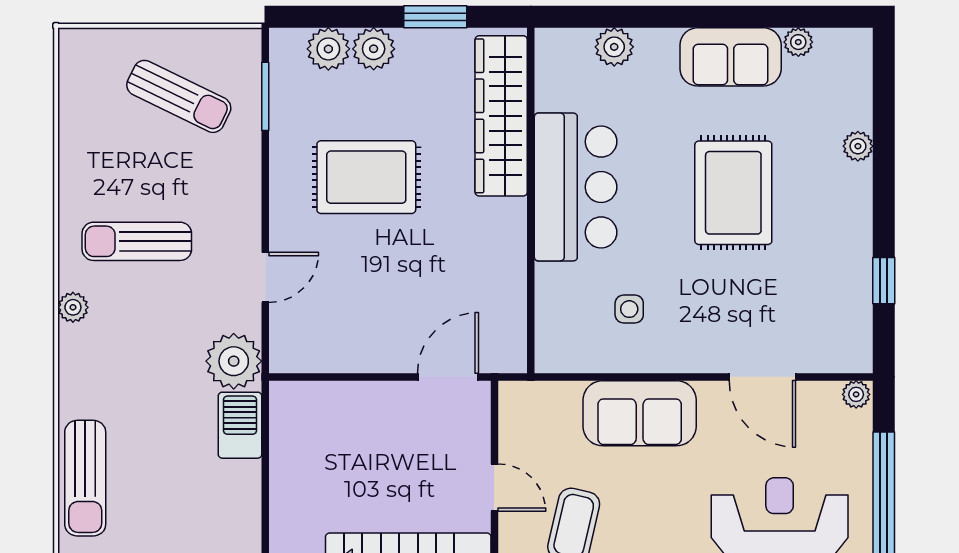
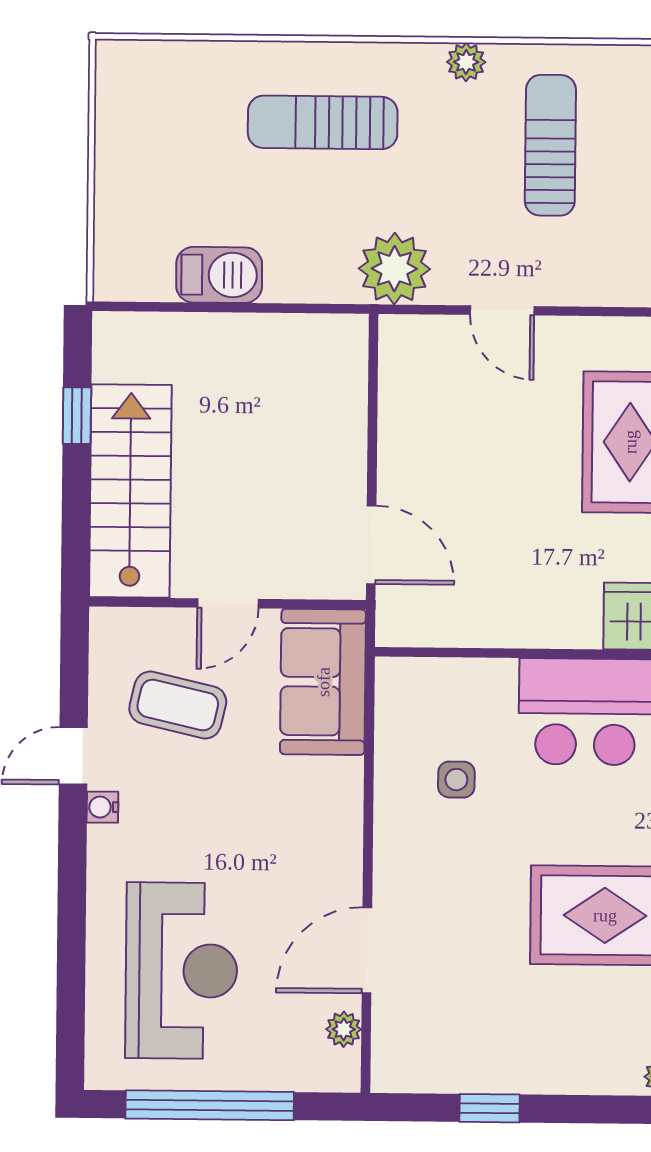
plant: (856, 394) -> (344, 1029), moved
sofa: (640, 413) -> (323, 682), moved
barbecue: (240, 425) -> (219, 275), moved
sun lounger: (85, 478) -> (323, 122), moved

